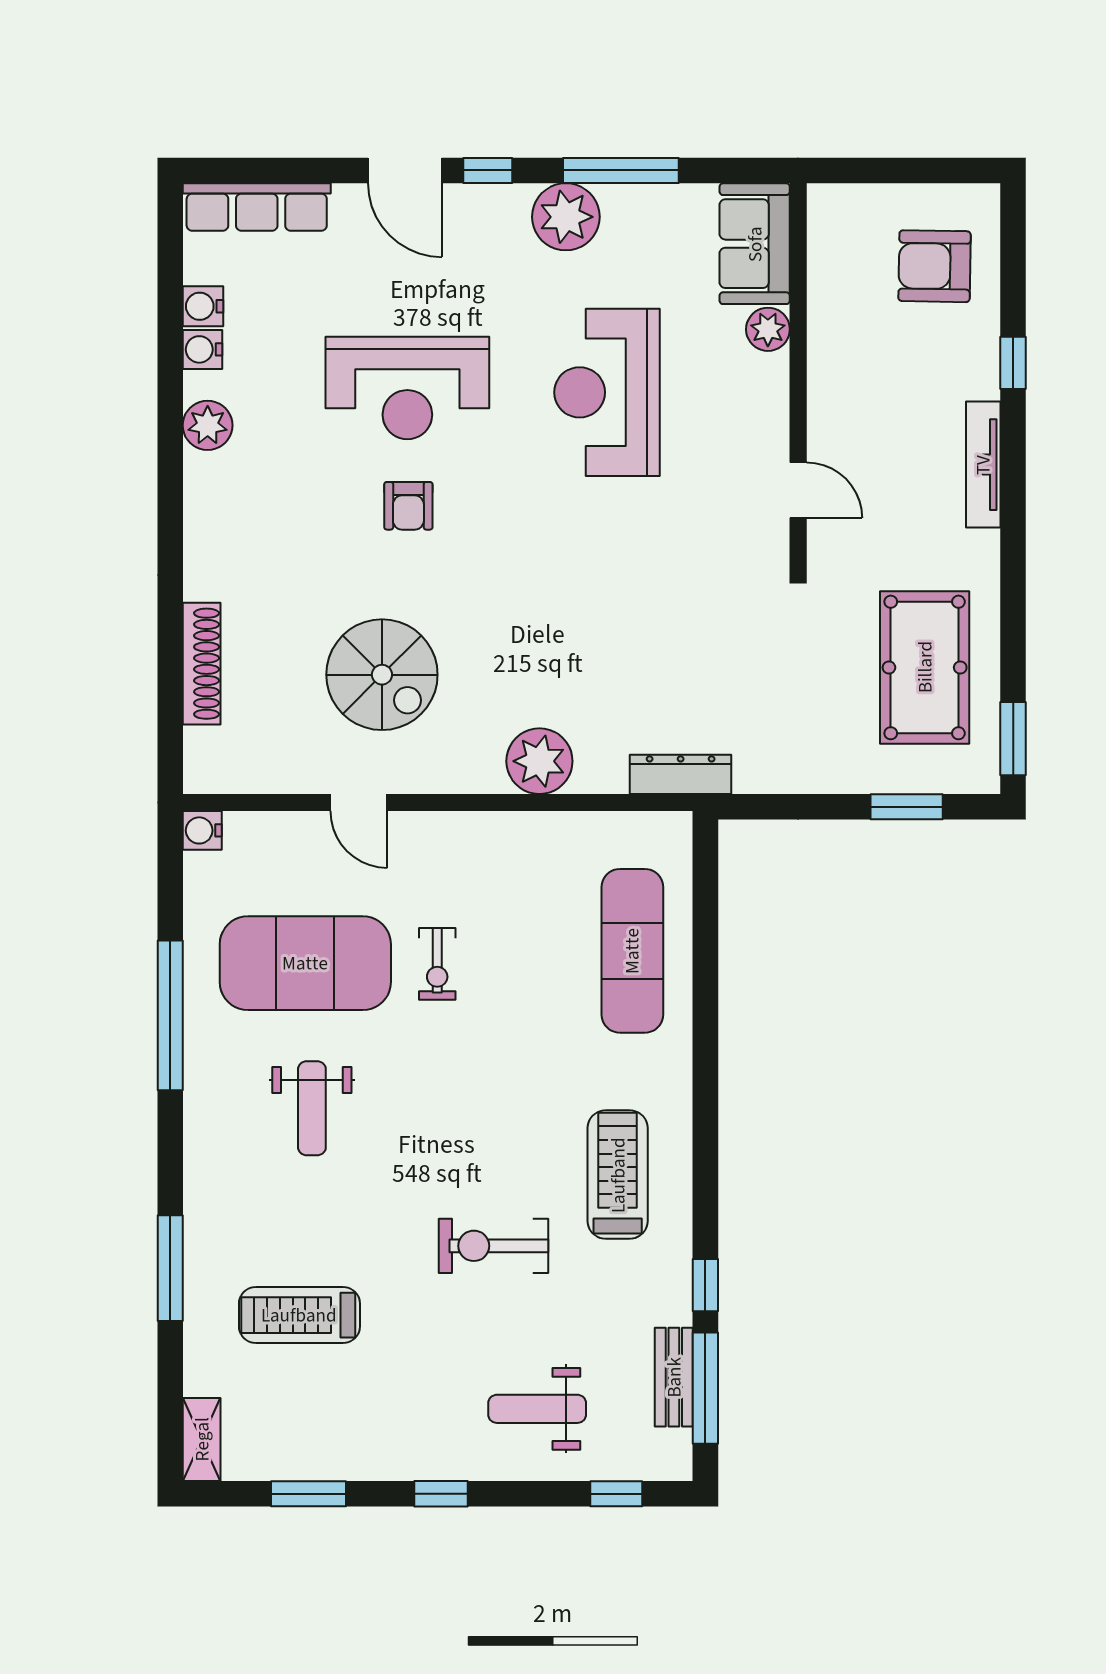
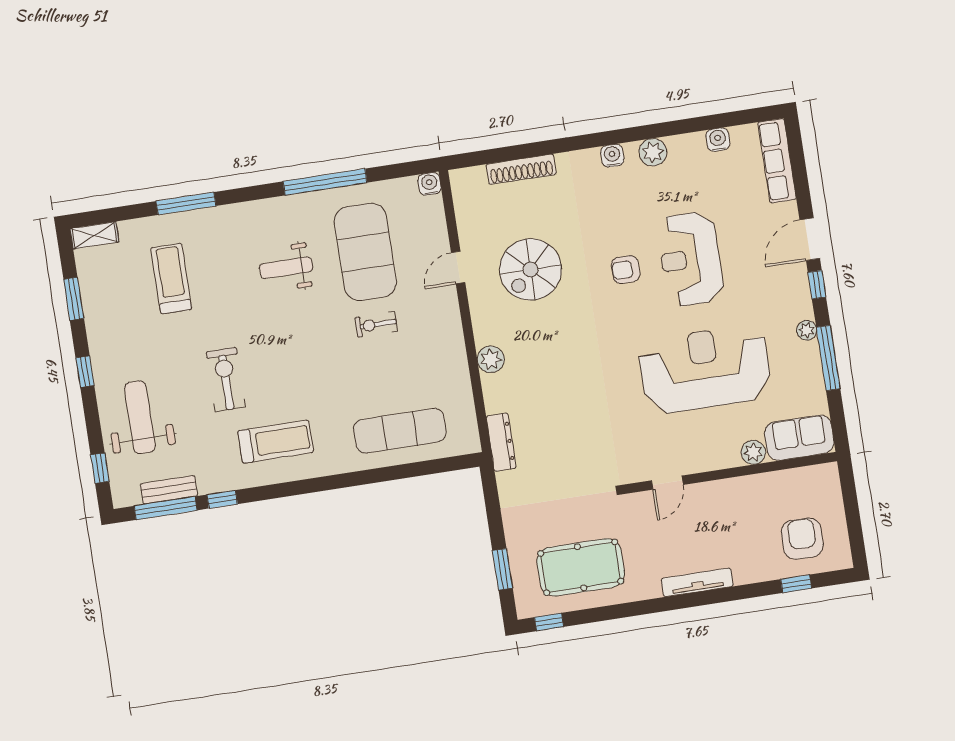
plant: (566, 217) -> (807, 330), width x0.53, depth x0.53
water cooler: (202, 349) -> (612, 156), moved
window: (1013, 363) -> (796, 584), moved
reception desk: (607, 392) -> (705, 369), width x1.36, depth x1.30
window: (1013, 739) -> (549, 622), width x0.67
plant: (539, 761) -> (491, 359), width x0.73, depth x0.73
weight bench: (537, 1409) -> (140, 417), width x1.36, depth x1.33

